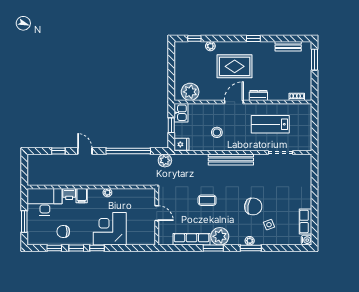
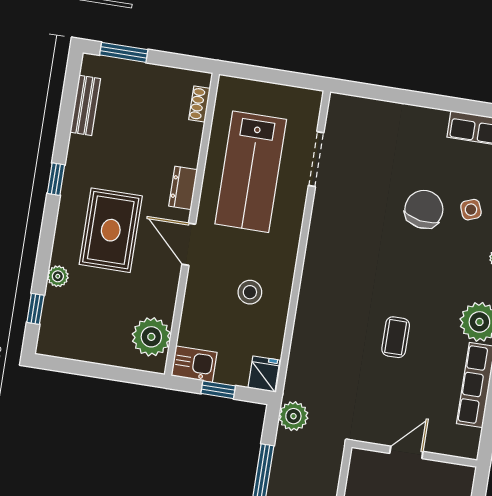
lab bench: (270, 124) -> (251, 172), width x1.36, depth x1.39
bench: (231, 159) -> (314, 271), removed
chair: (253, 206) -> (424, 209), moved

